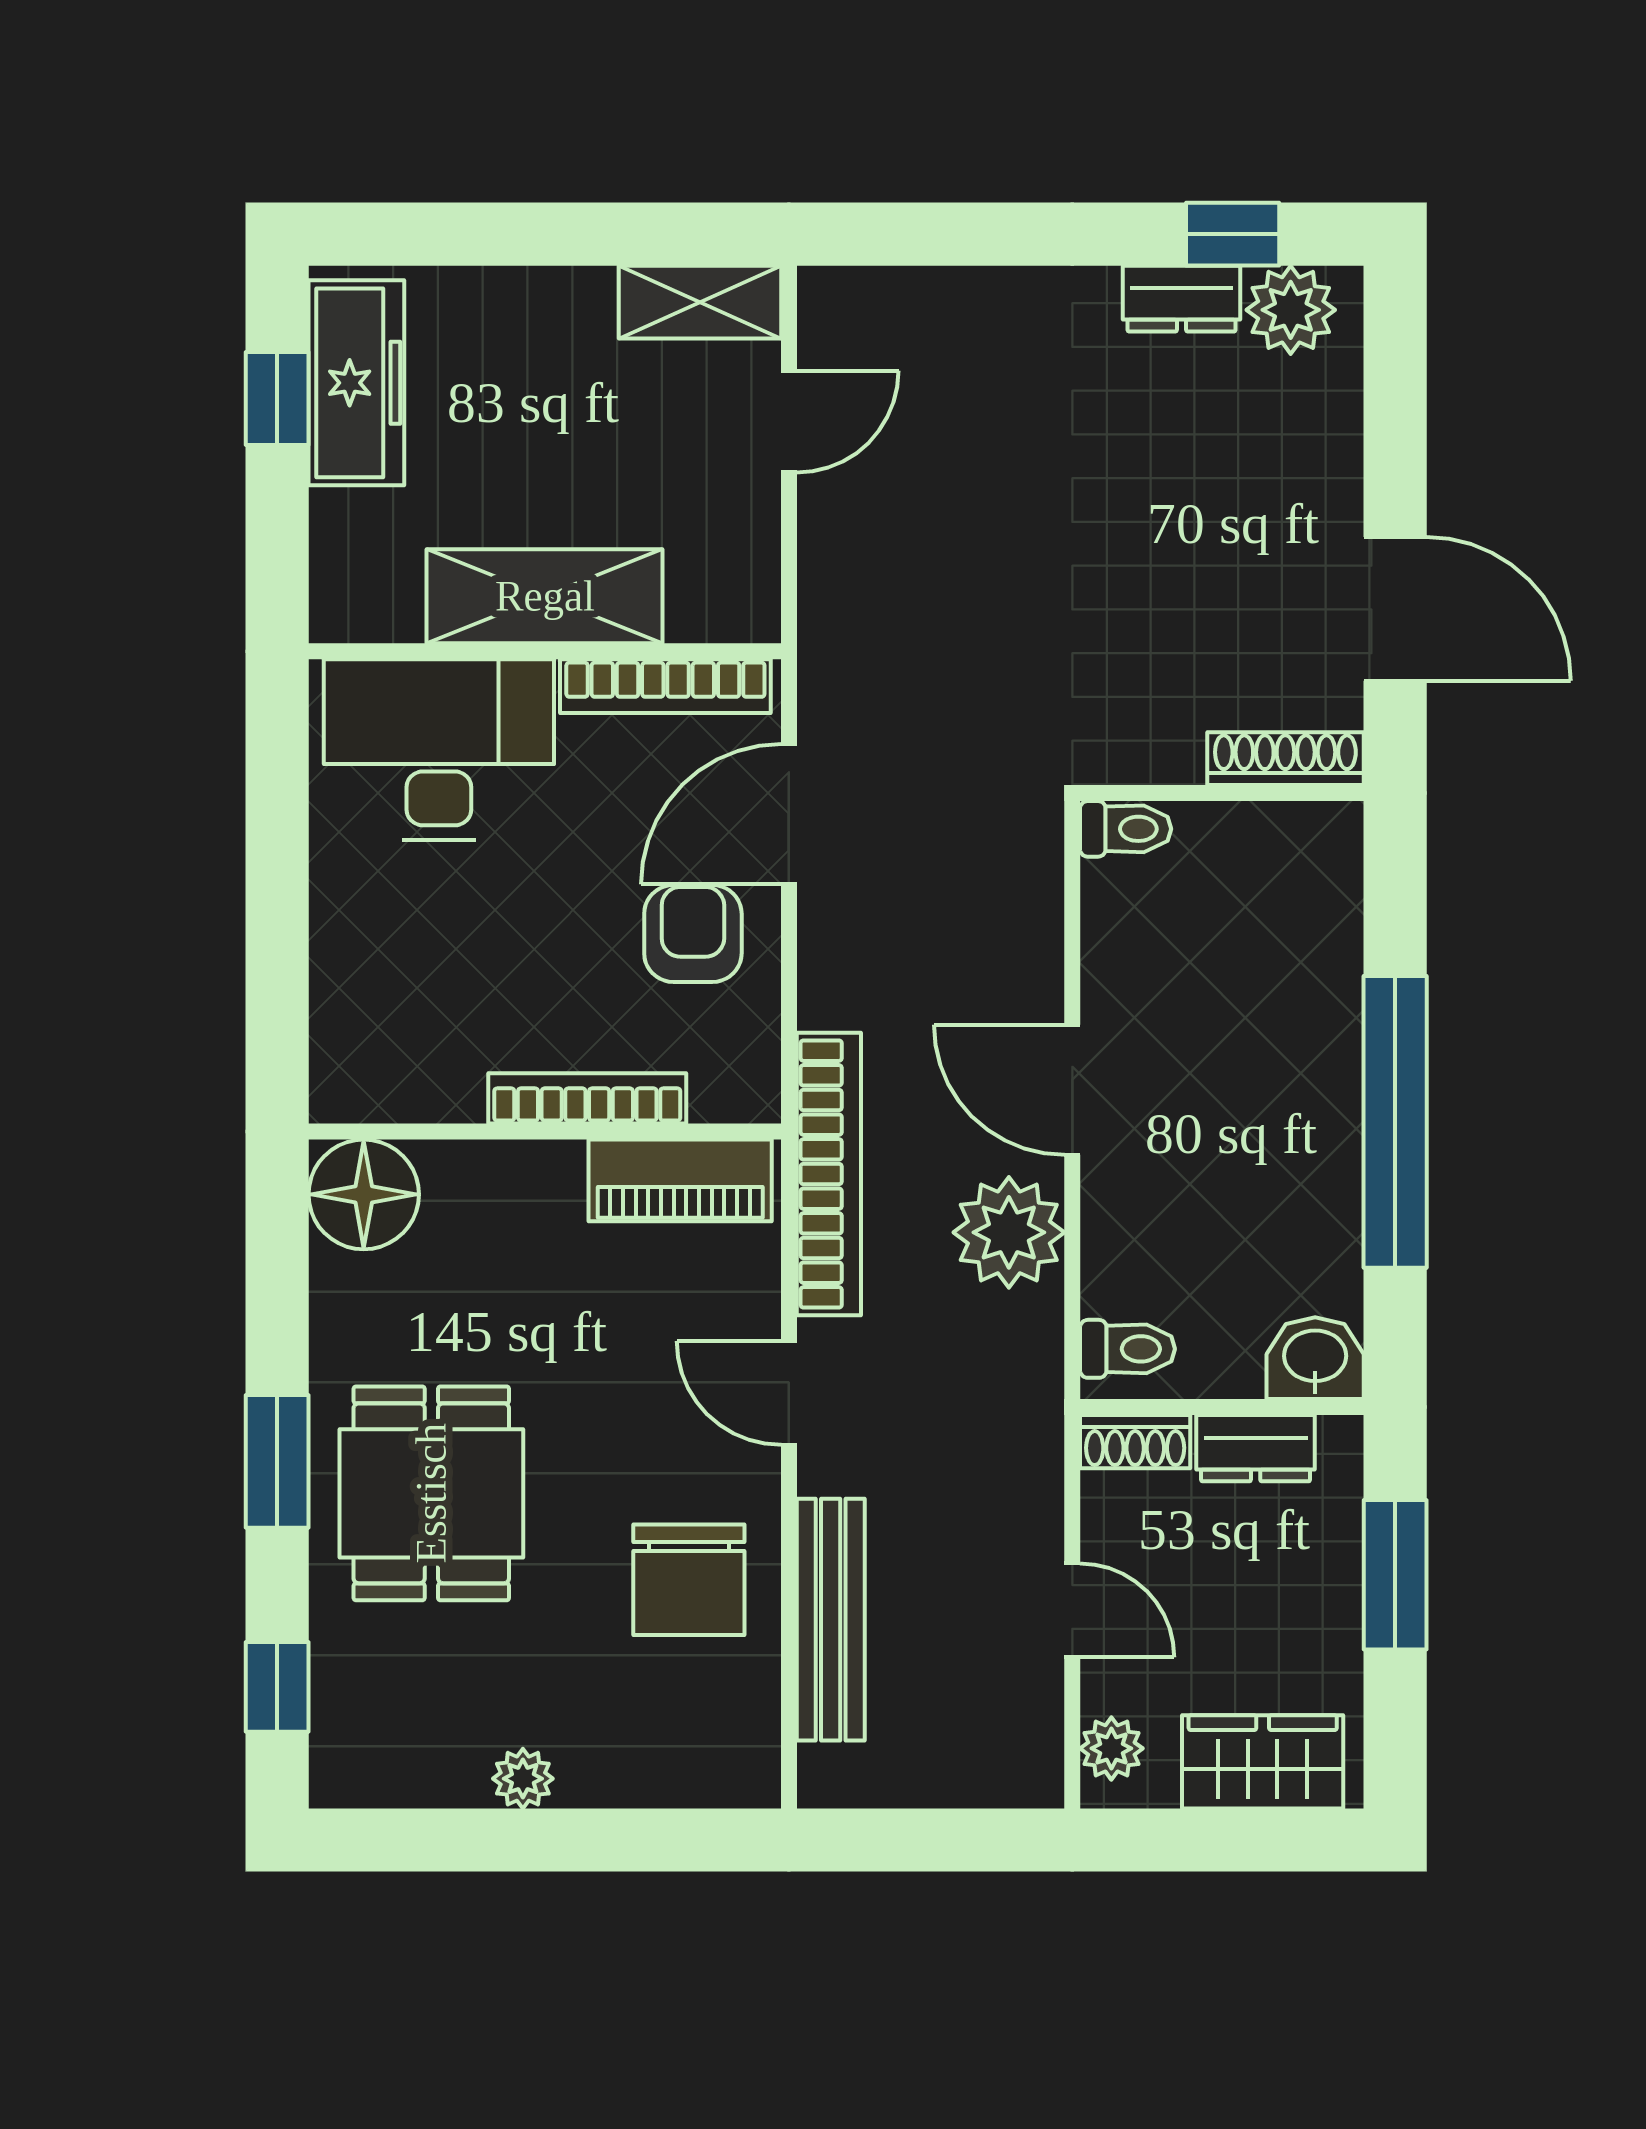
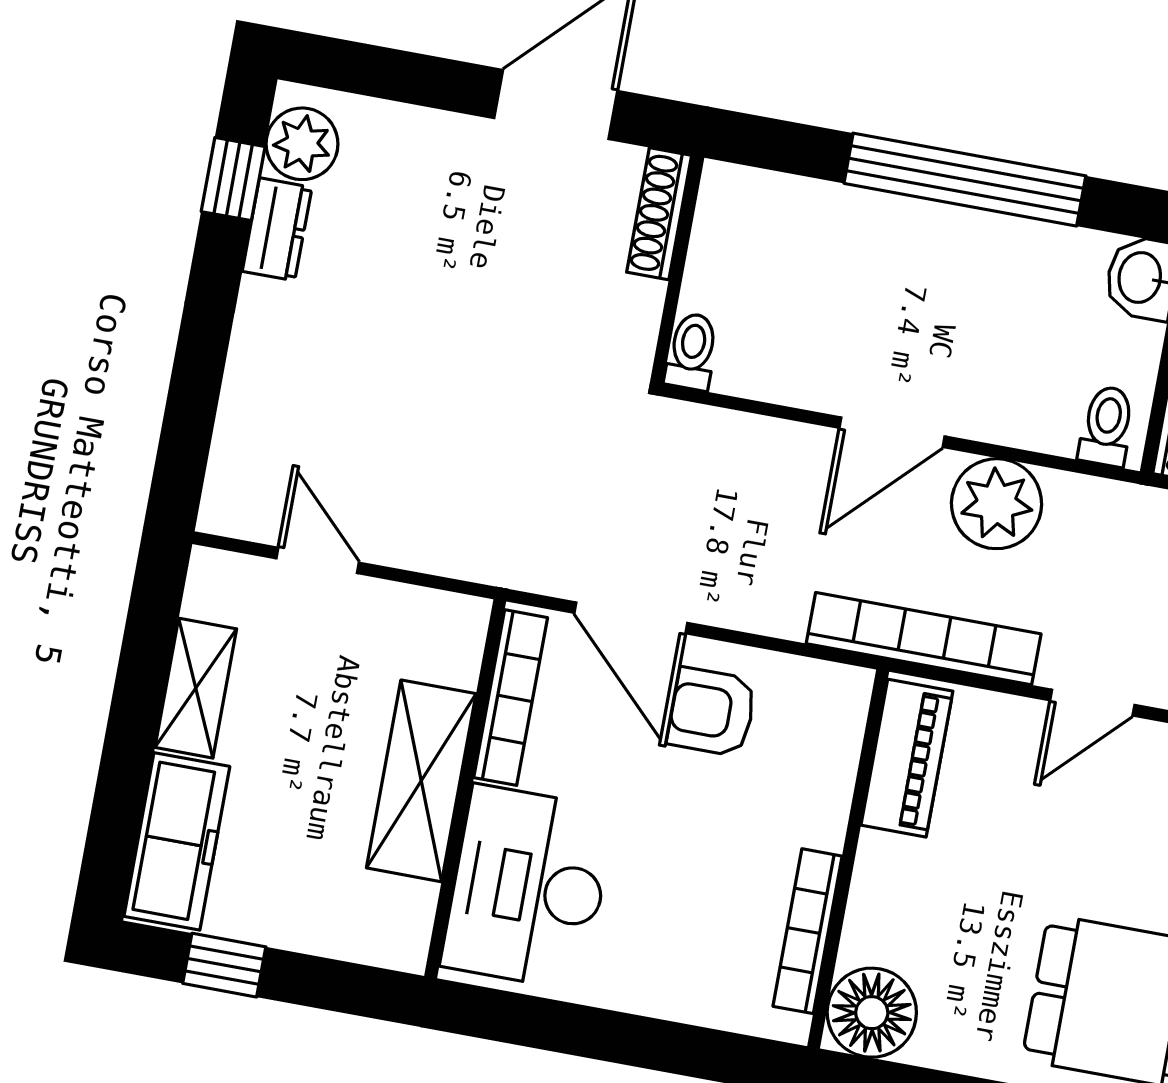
shelving: (700, 302) -> (196, 688), moved
freezer: (356, 383) -> (177, 841), moved, turned 90
bookcase: (587, 1098) -> (808, 931), moved

